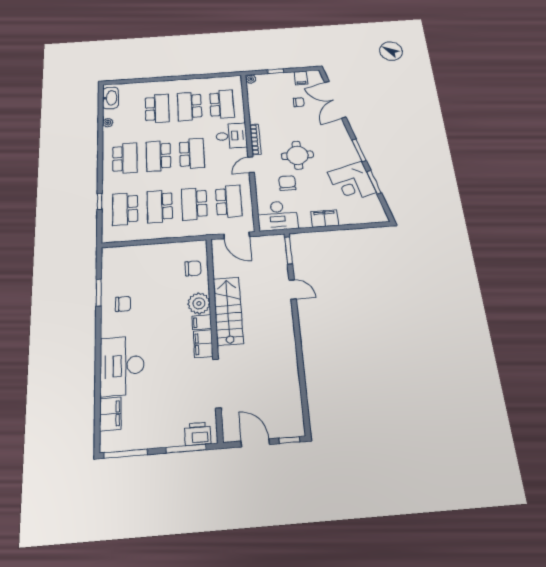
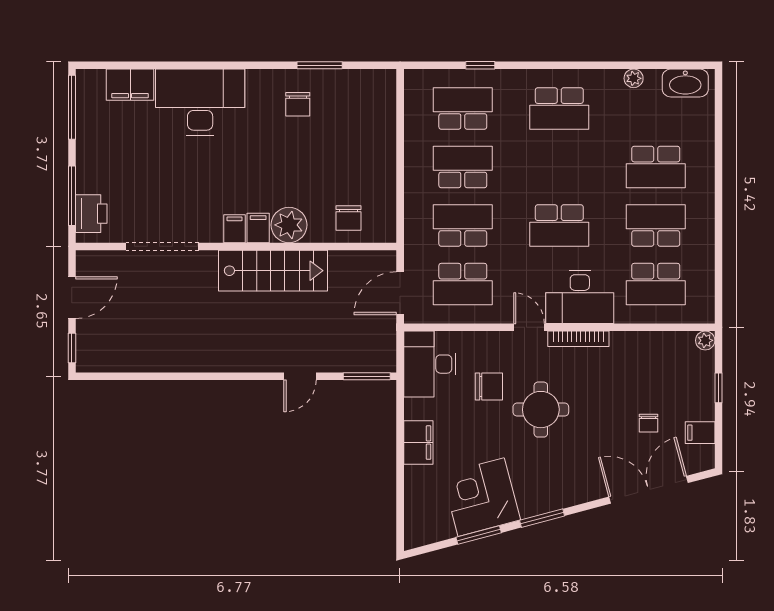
desk: (231, 136) -> (580, 297), width x1.37
school desk: (158, 156) -> (559, 167), removed
filing cabinet: (203, 344) -> (235, 229), width x0.50

